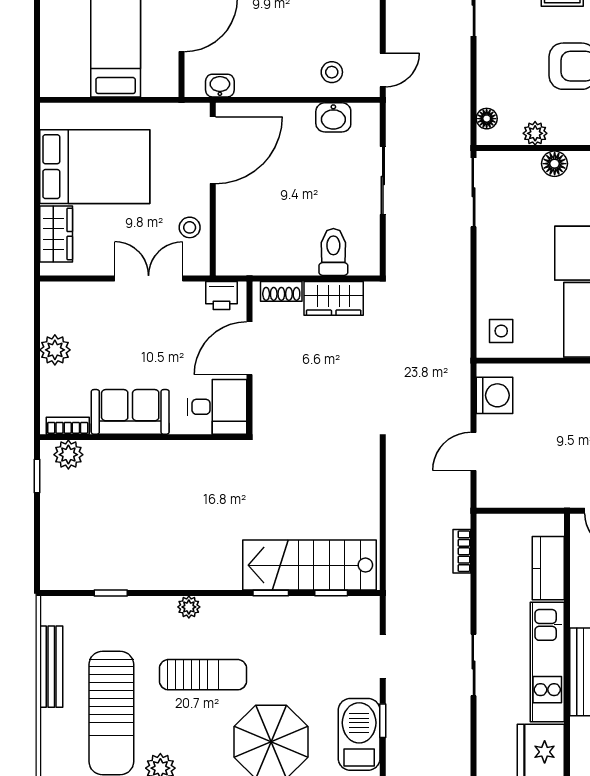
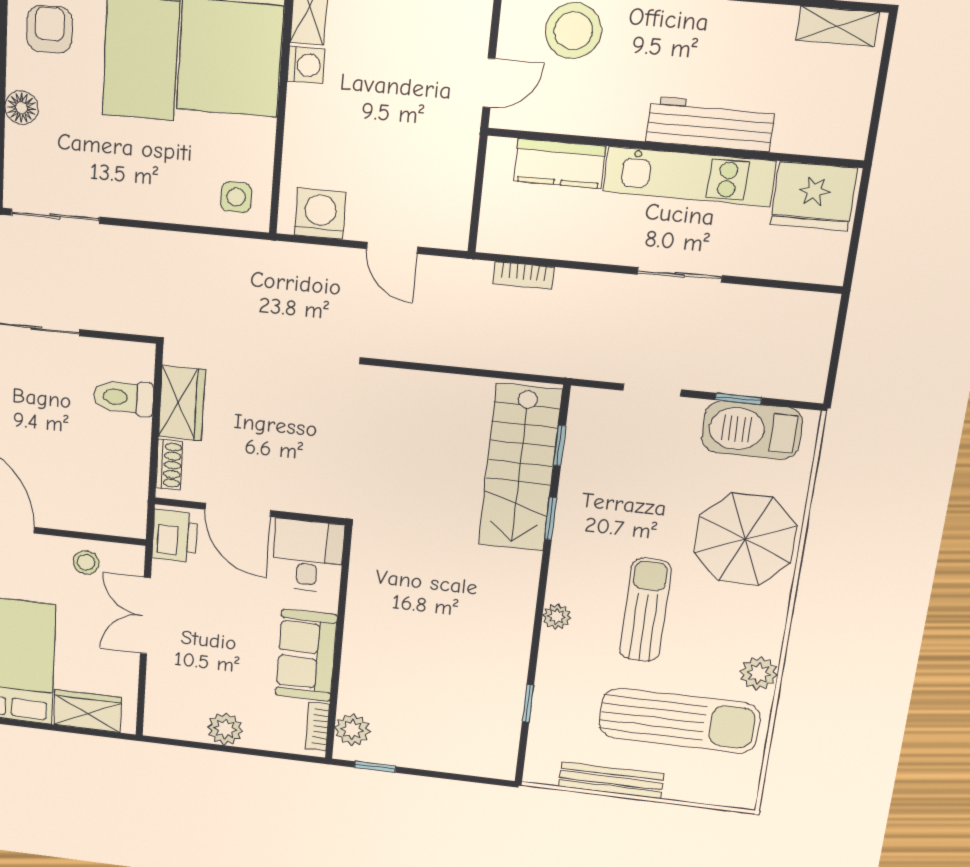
printer: (221, 295) -> (175, 536), width x1.36, depth x1.24

